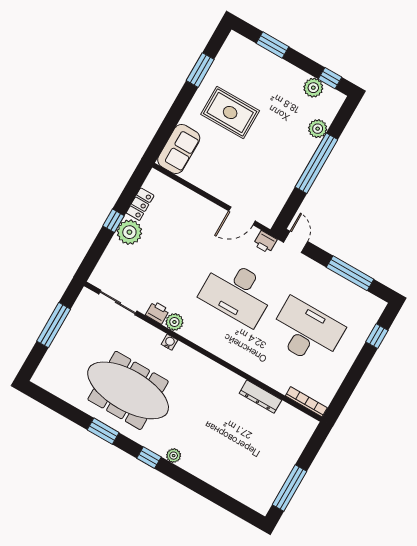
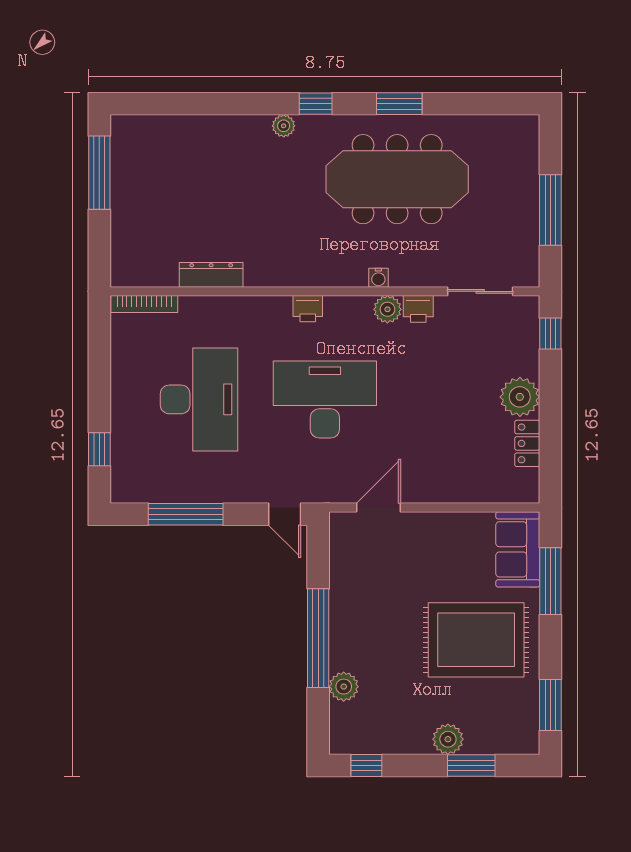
window: (200, 70) -> (550, 705), moved
plant: (313, 88) -> (448, 739), moved
rug: (230, 113) -> (476, 640), width x1.37, depth x1.44
window: (171, 121) -> (550, 581), added
window: (114, 221) -> (550, 334), moved
printer: (265, 242) -> (308, 309), moved, turned 180
desk: (306, 332) -> (199, 399), turned -90

